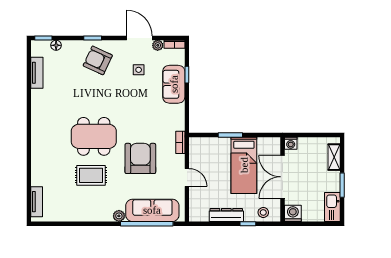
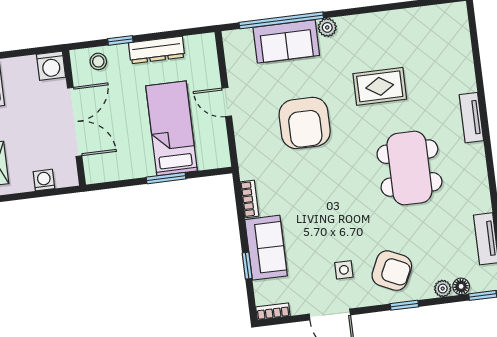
plant: (158, 45) -> (443, 289), moved
side table: (139, 70) -> (344, 270), moved
dining table: (94, 136) -> (409, 168), moved, turned 90
bookcase: (180, 142) -> (249, 199), moved
washing machine: (291, 143) -> (44, 180), moved
bed: (244, 165) -> (172, 128), moved
tv unit: (37, 202) -> (471, 118), moved
sofa: (152, 210) -> (286, 41), width x0.73

